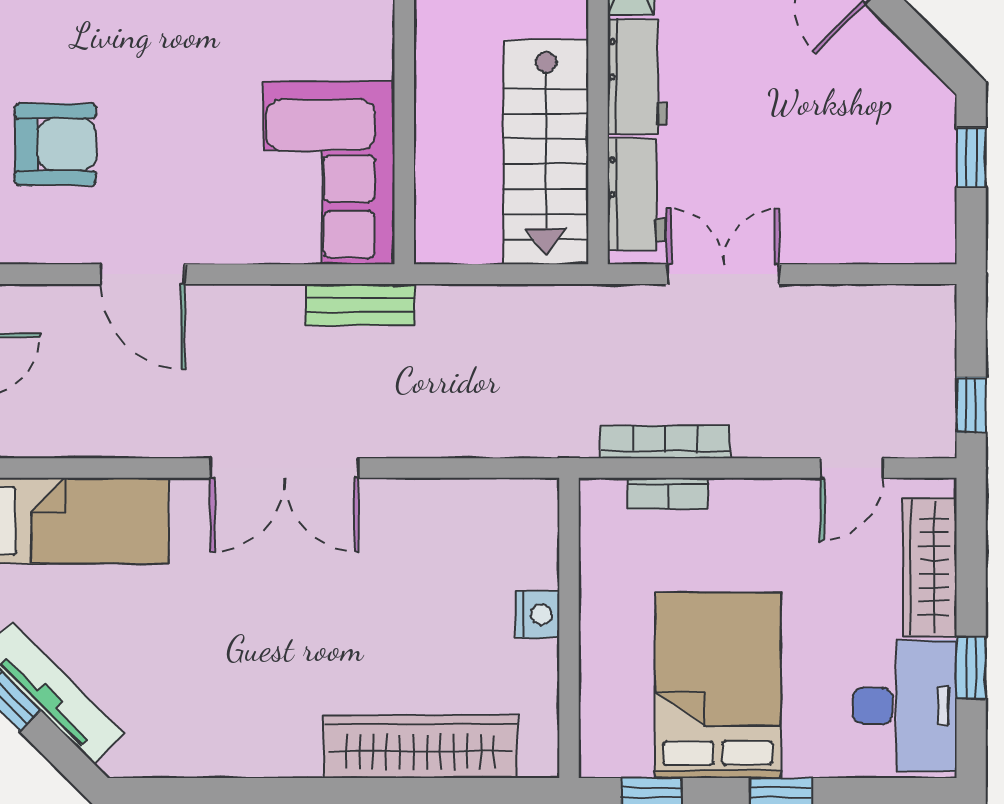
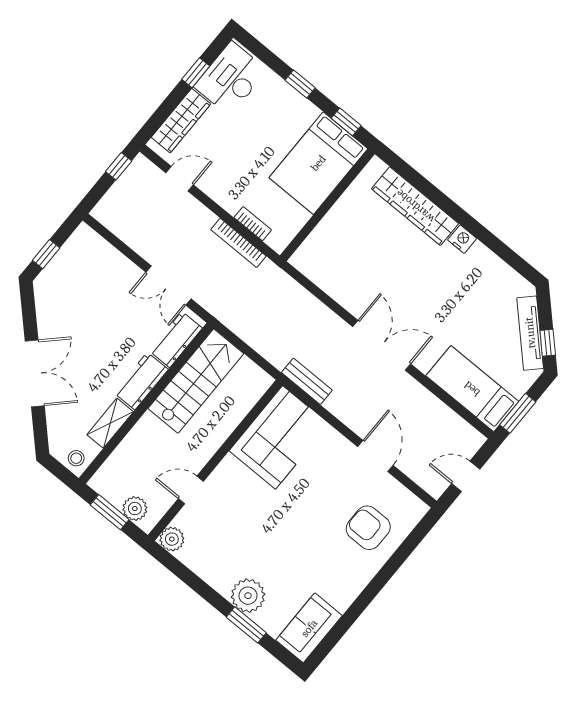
nightstand: (538, 614) -> (462, 239), moved, turned 90
bed: (718, 685) -> (318, 163), moved

